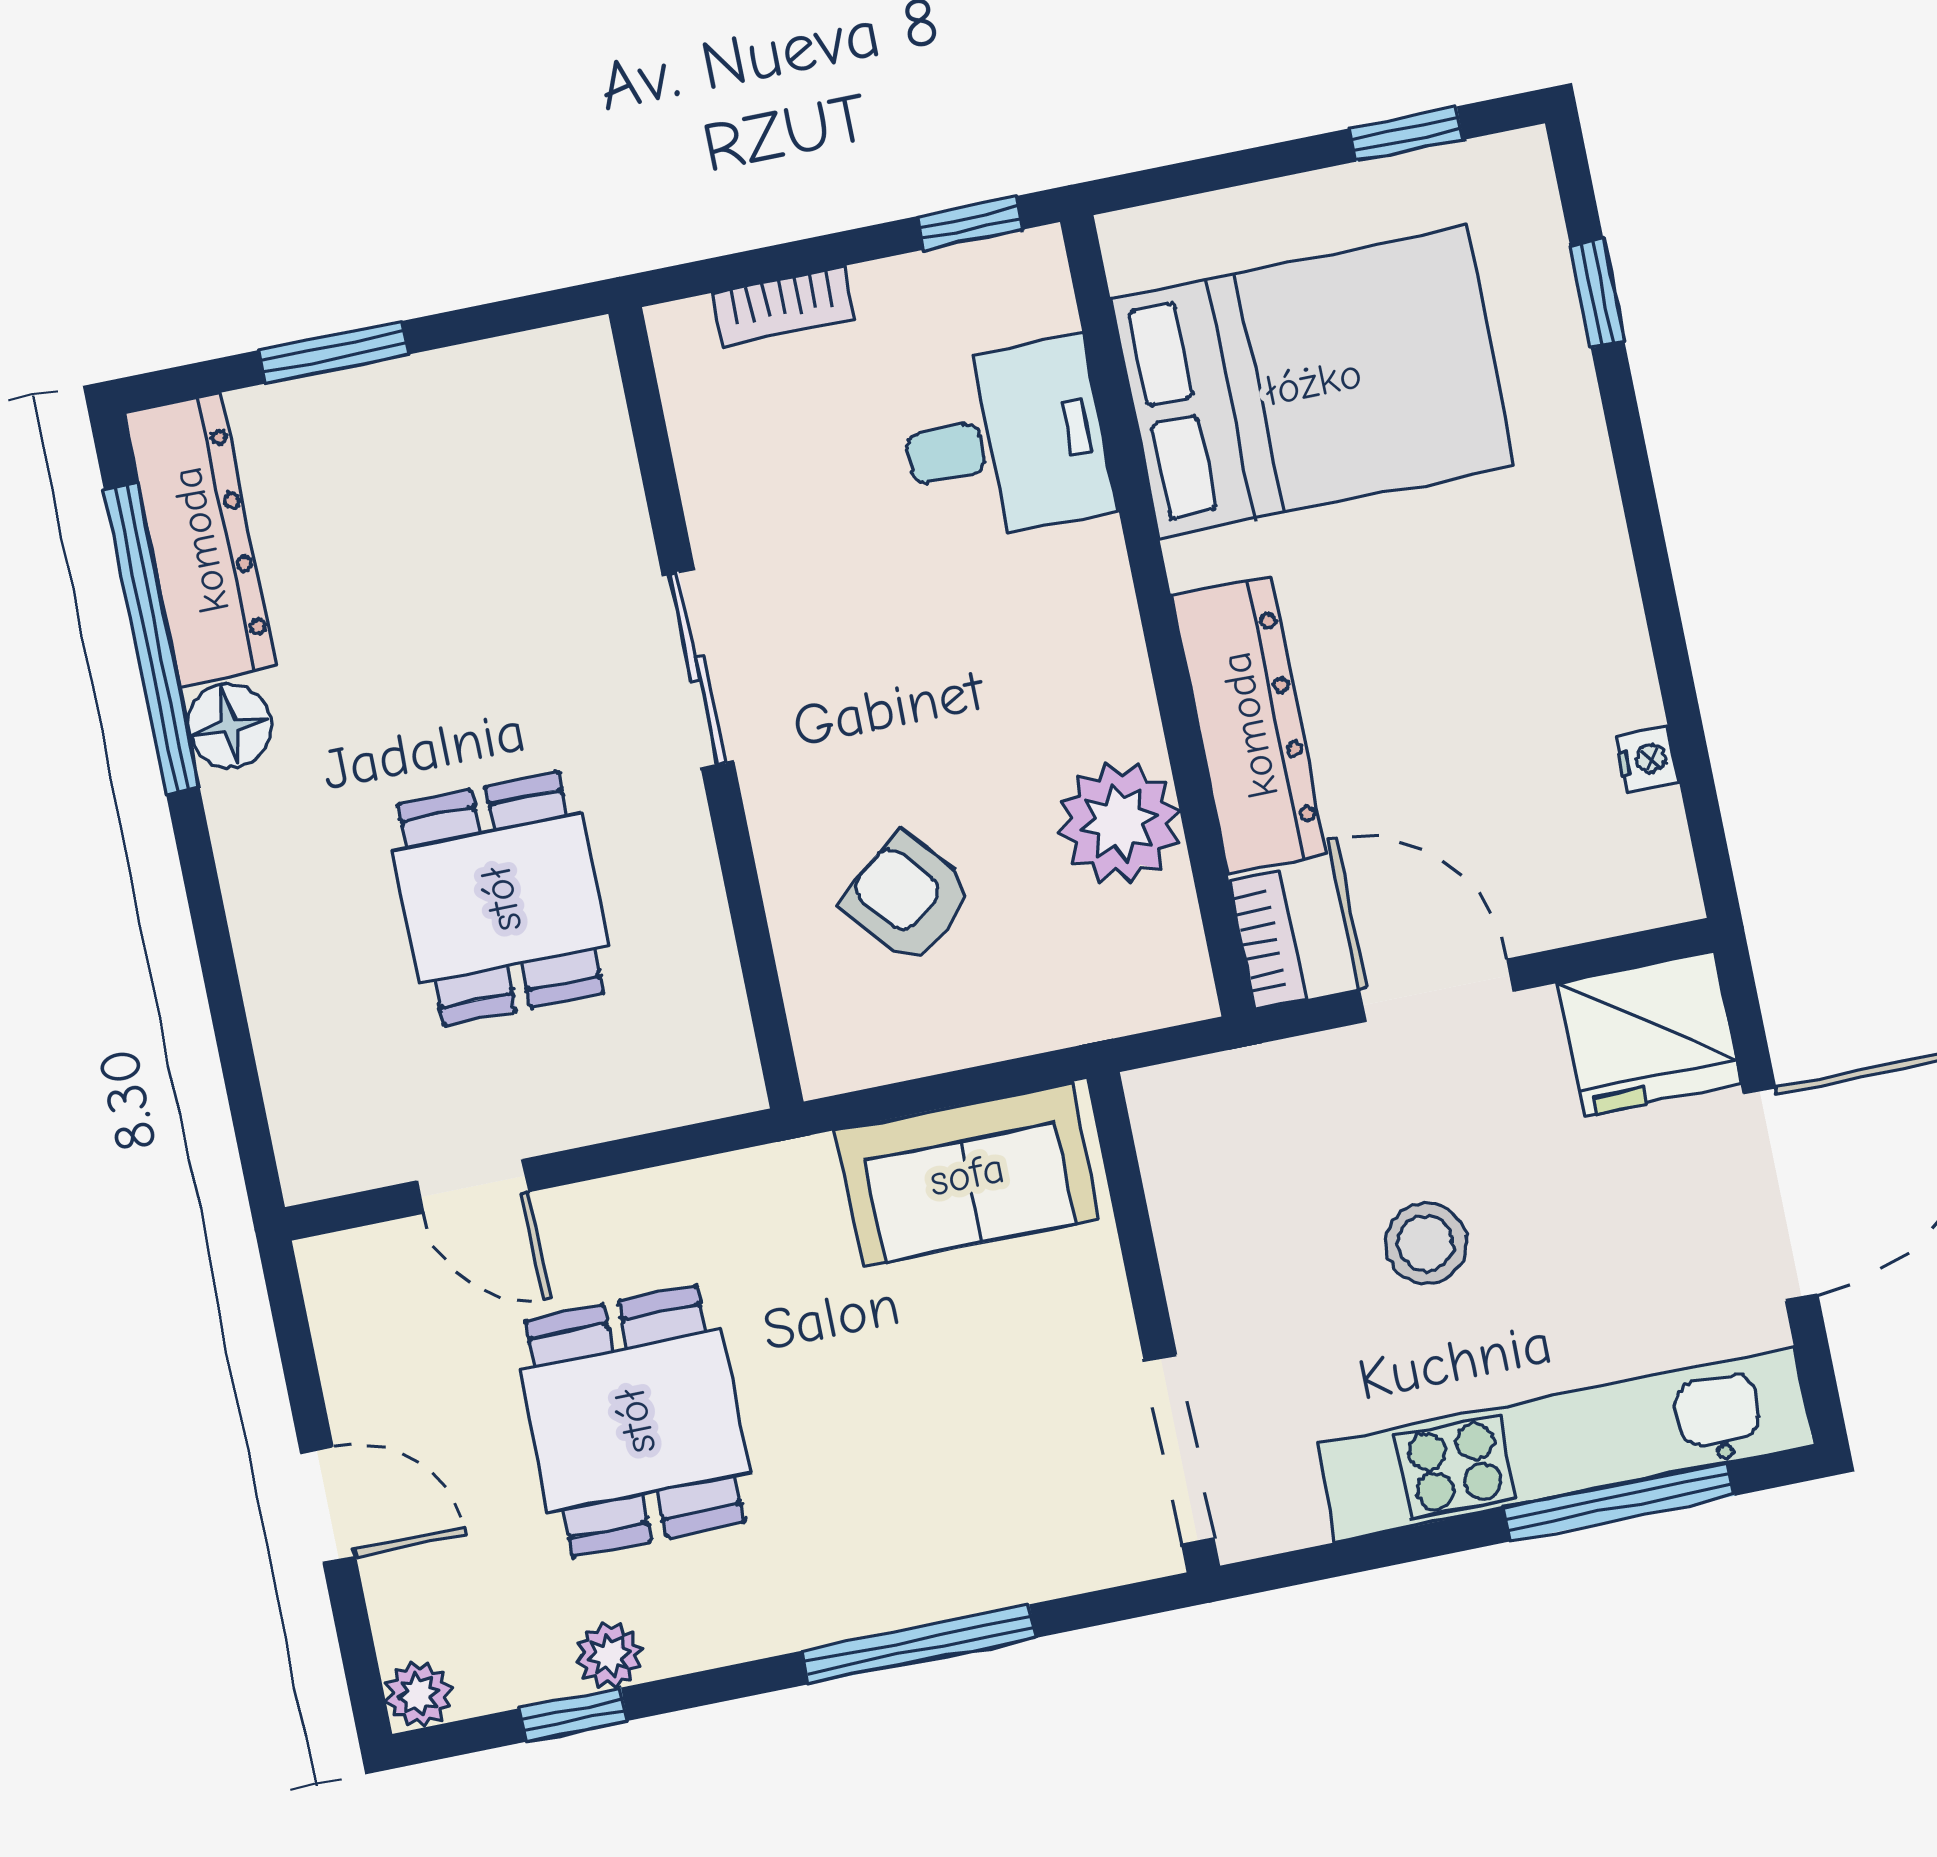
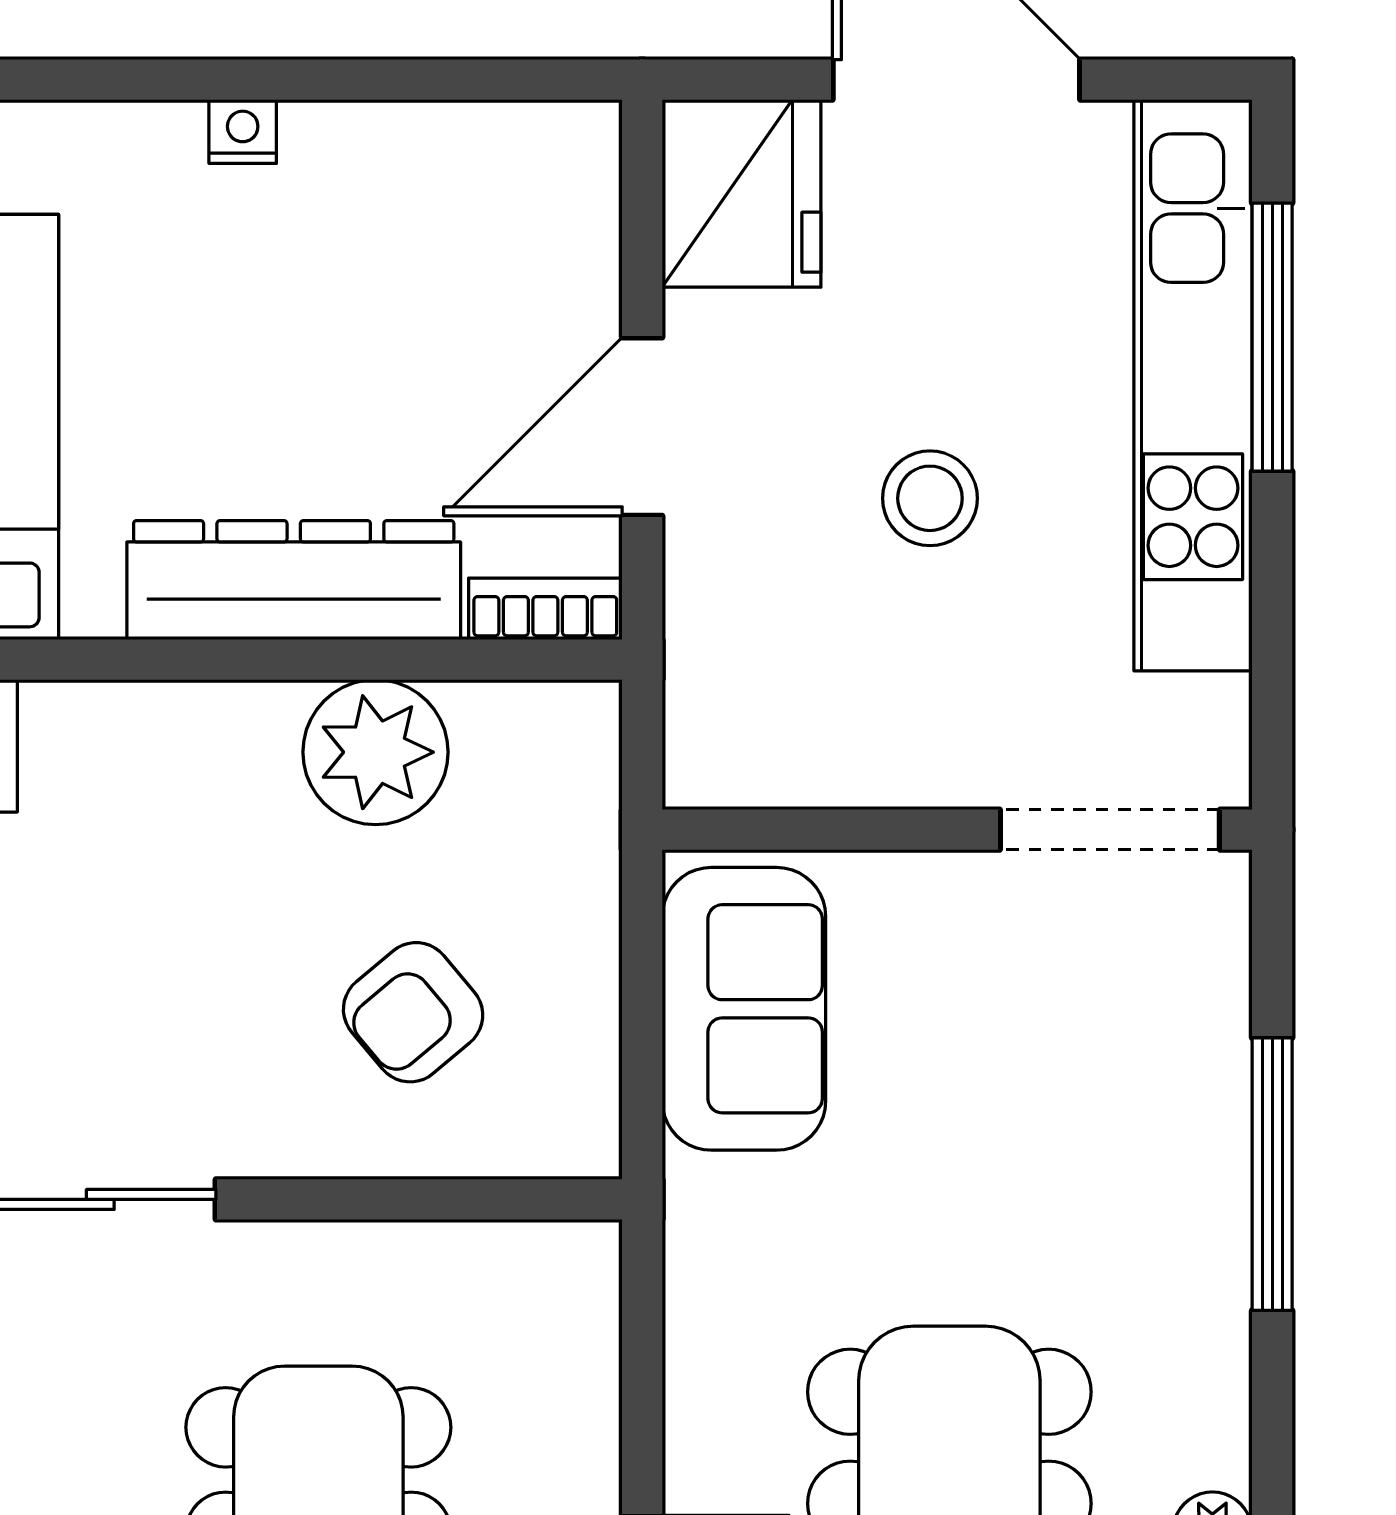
nightstand: (1647, 759) -> (243, 132), moved

